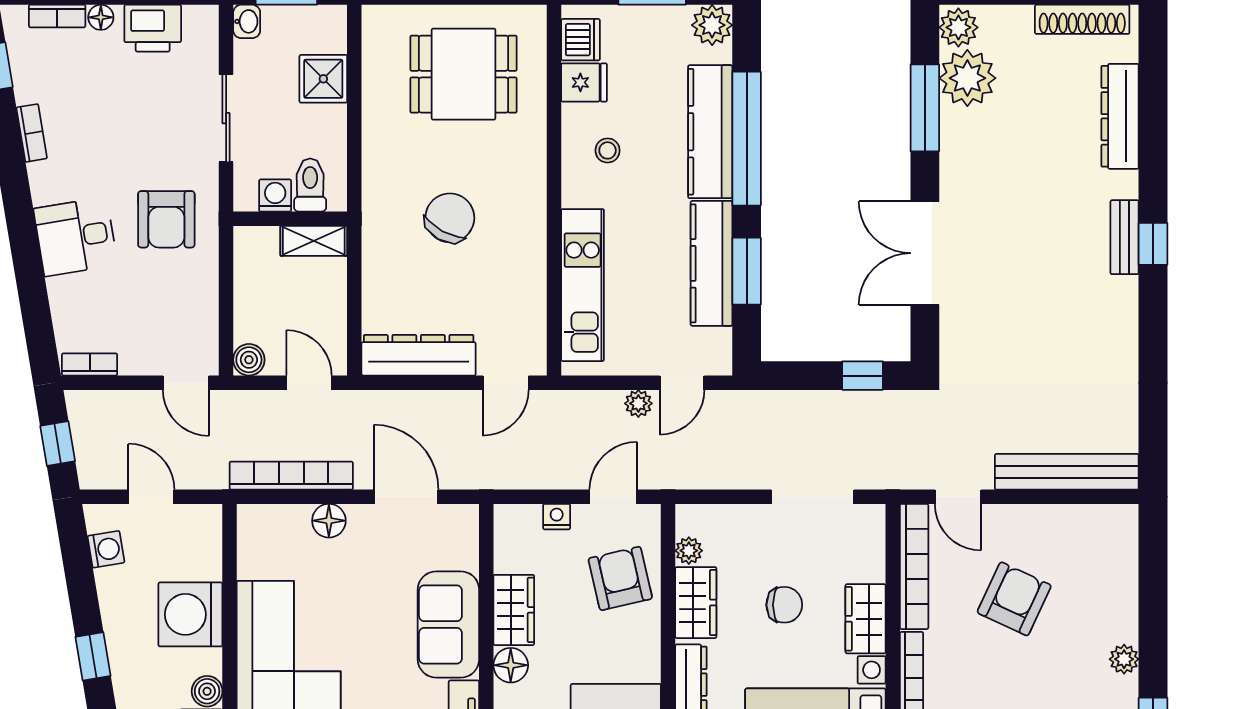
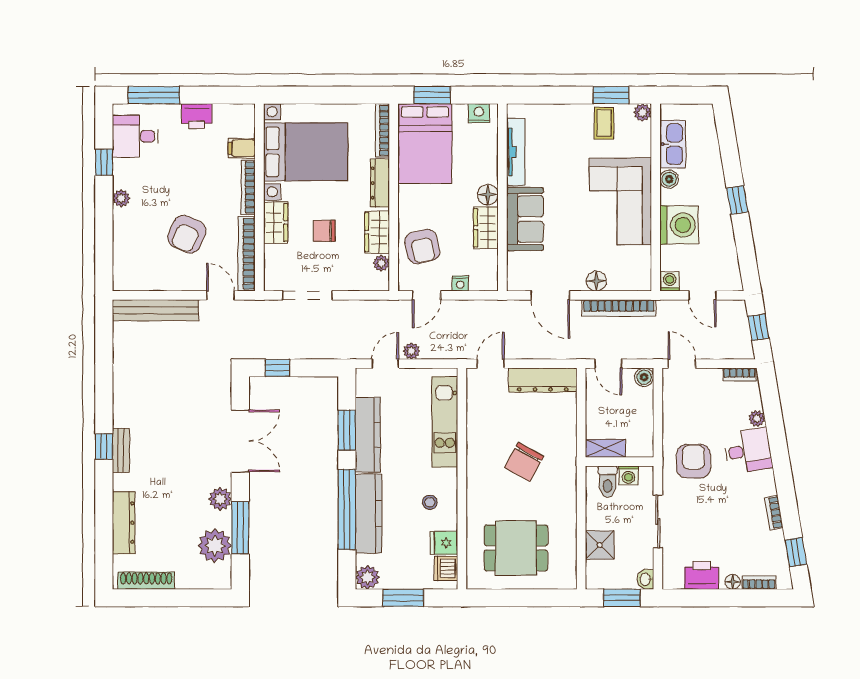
plant: (958, 27) -> (220, 499), moved
plant: (60, 291) -> (757, 418), added
washing machine: (106, 549) -> (670, 281), moved, turned 99

